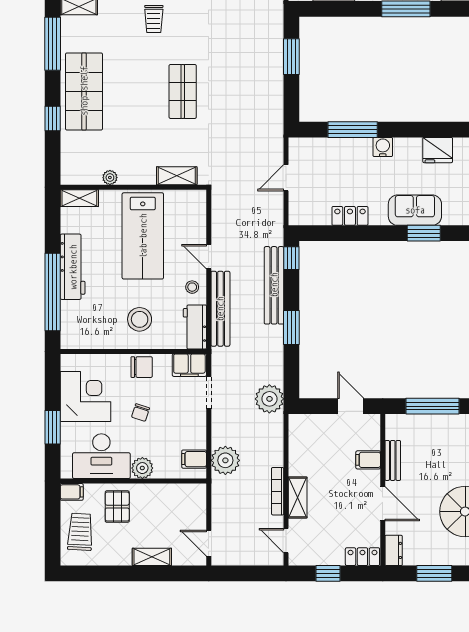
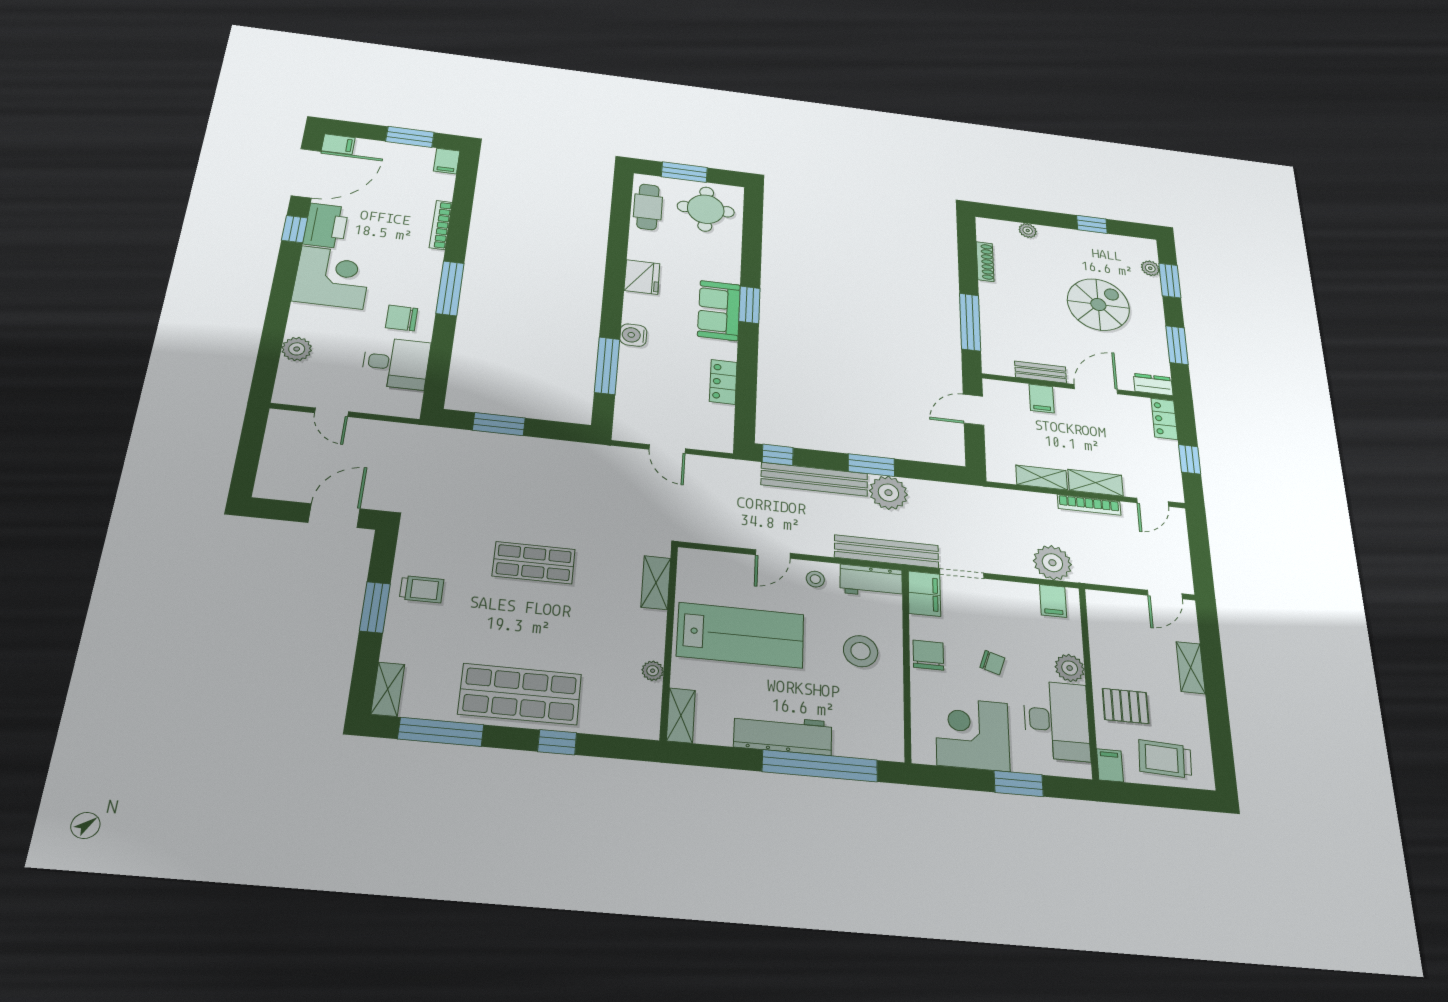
bench: (220, 309) -> (887, 551), moved
plant: (269, 399) -> (888, 493), moved
shelving: (297, 456) -> (1042, 477), added

